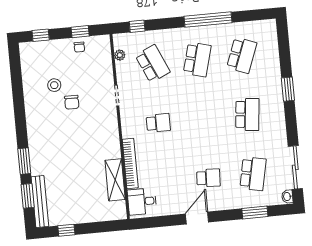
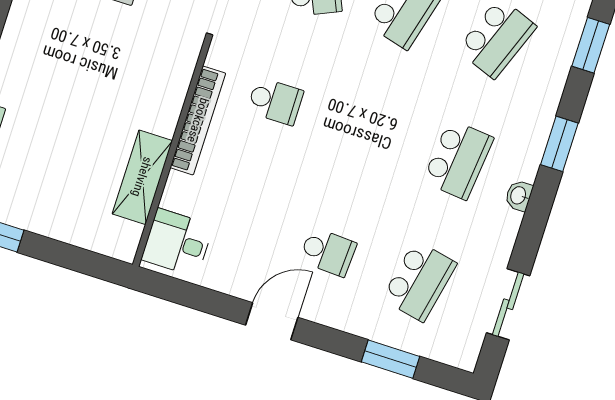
window: (283, 41) -> (591, 45), added
bookcase: (130, 163) -> (198, 120), moved
sliding door: (295, 167) -> (508, 304), width x0.73
washbasin: (287, 197) -> (519, 196), moved

